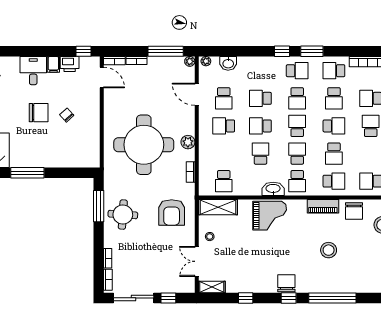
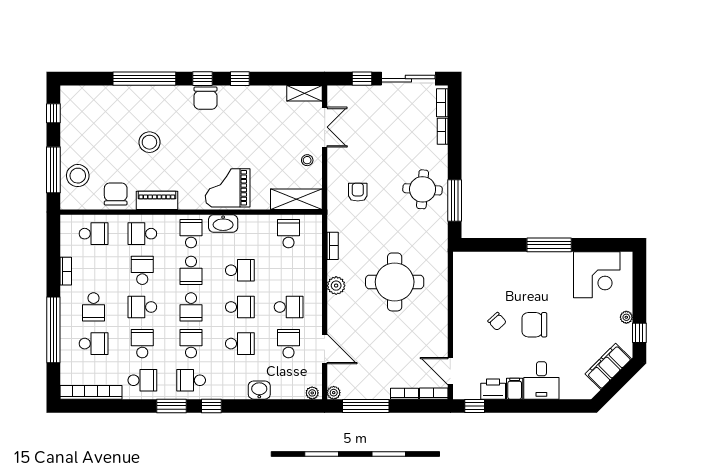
washbasin: (228, 63) -> (259, 390), moved
round table: (144, 145) -> (395, 282), width x0.73, depth x0.73
school desk: (260, 154) -> (240, 270), turned -90
armchair: (172, 212) -> (358, 192), width x0.53, depth x0.53
window: (246, 298) -> (240, 79), moved

